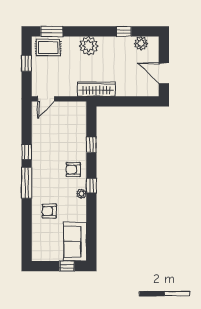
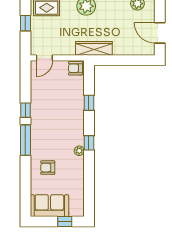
armchair: (73, 170) -> (75, 68), moved
sofa: (75, 242) -> (49, 206), moved, turned 90

